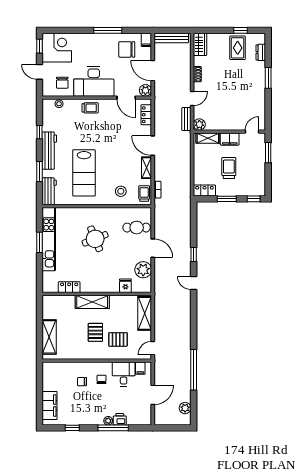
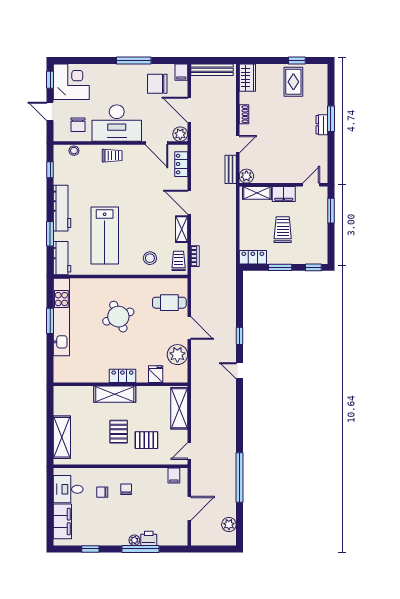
dresser: (261, 52) -> (322, 125), moved
window: (40, 132) -> (50, 170), moved
locker: (69, 287) -> (122, 376), moved
desk: (124, 374) -> (68, 489), moved, turned -90

